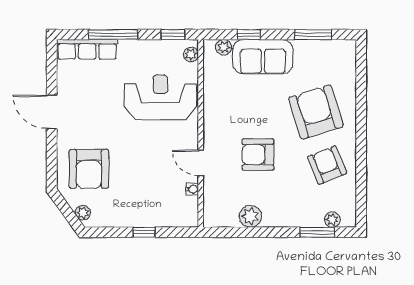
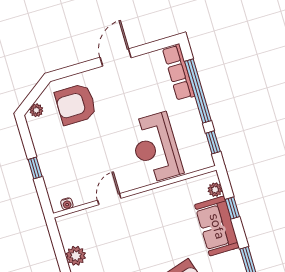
window: (113, 35) -> (198, 91), width x1.46
plant: (191, 54) -> (201, 163), removed
reception desk: (160, 97) -> (156, 148), turned 180
armchair: (258, 155) -> (131, 247), removed
water cooler: (192, 189) -> (67, 204), moved

